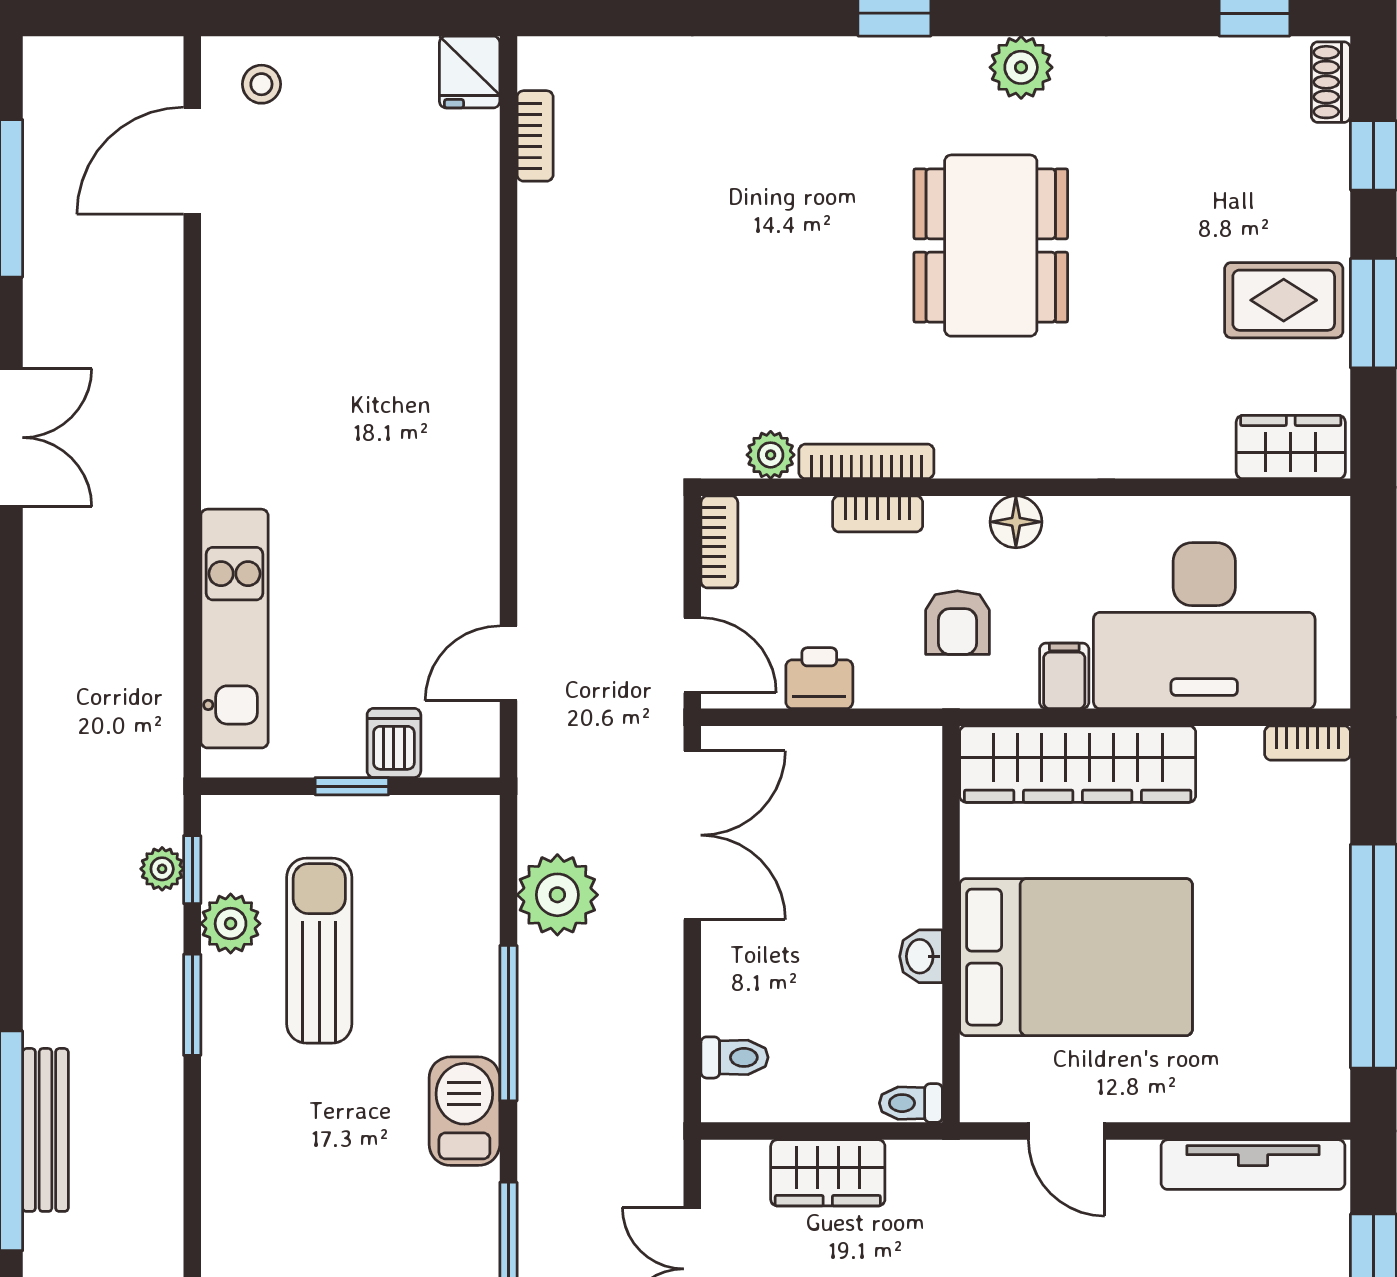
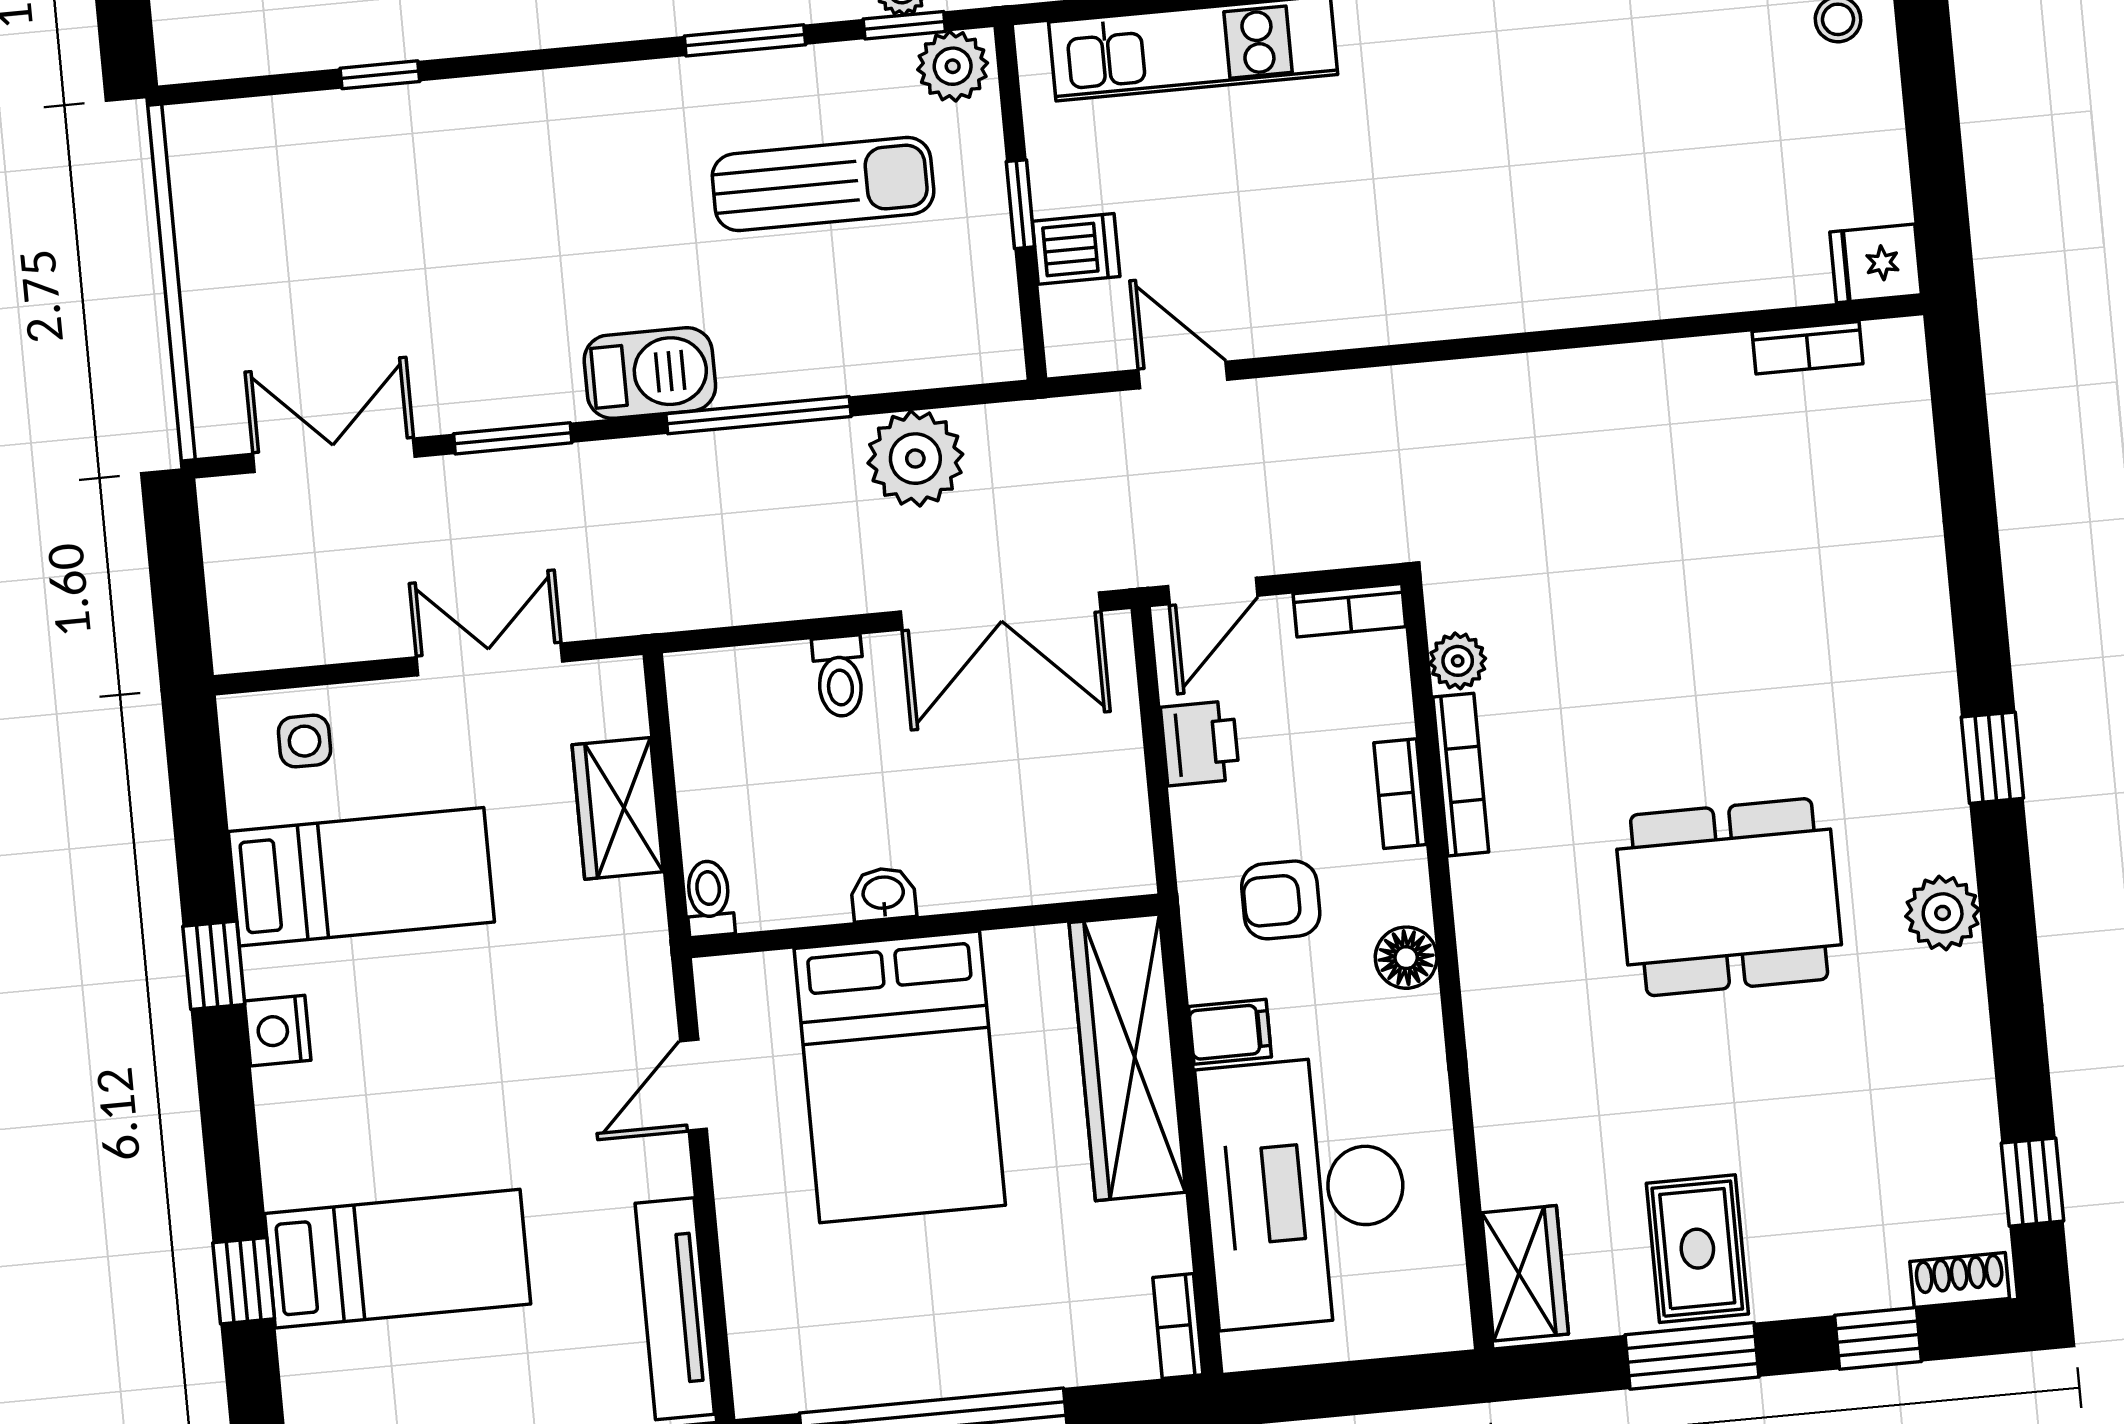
plant: (231, 924) -> (953, 66), moved
toilet: (734, 1057) -> (839, 676), moved

